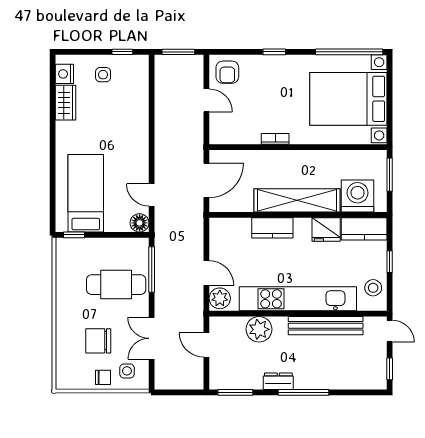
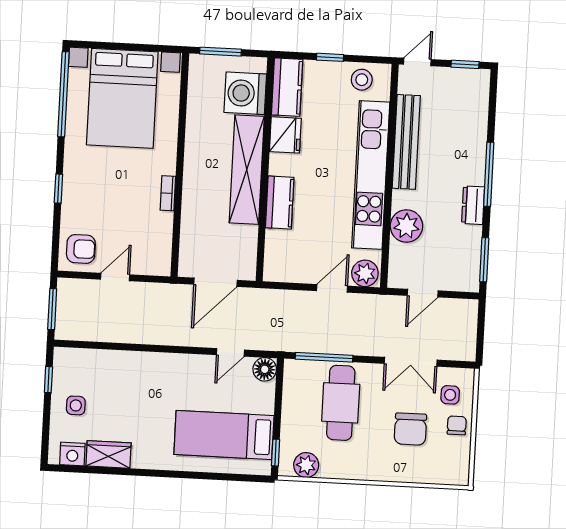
door: (206, 180) -> (216, 282), swing flipped
plant: (65, 260) -> (306, 465), added

